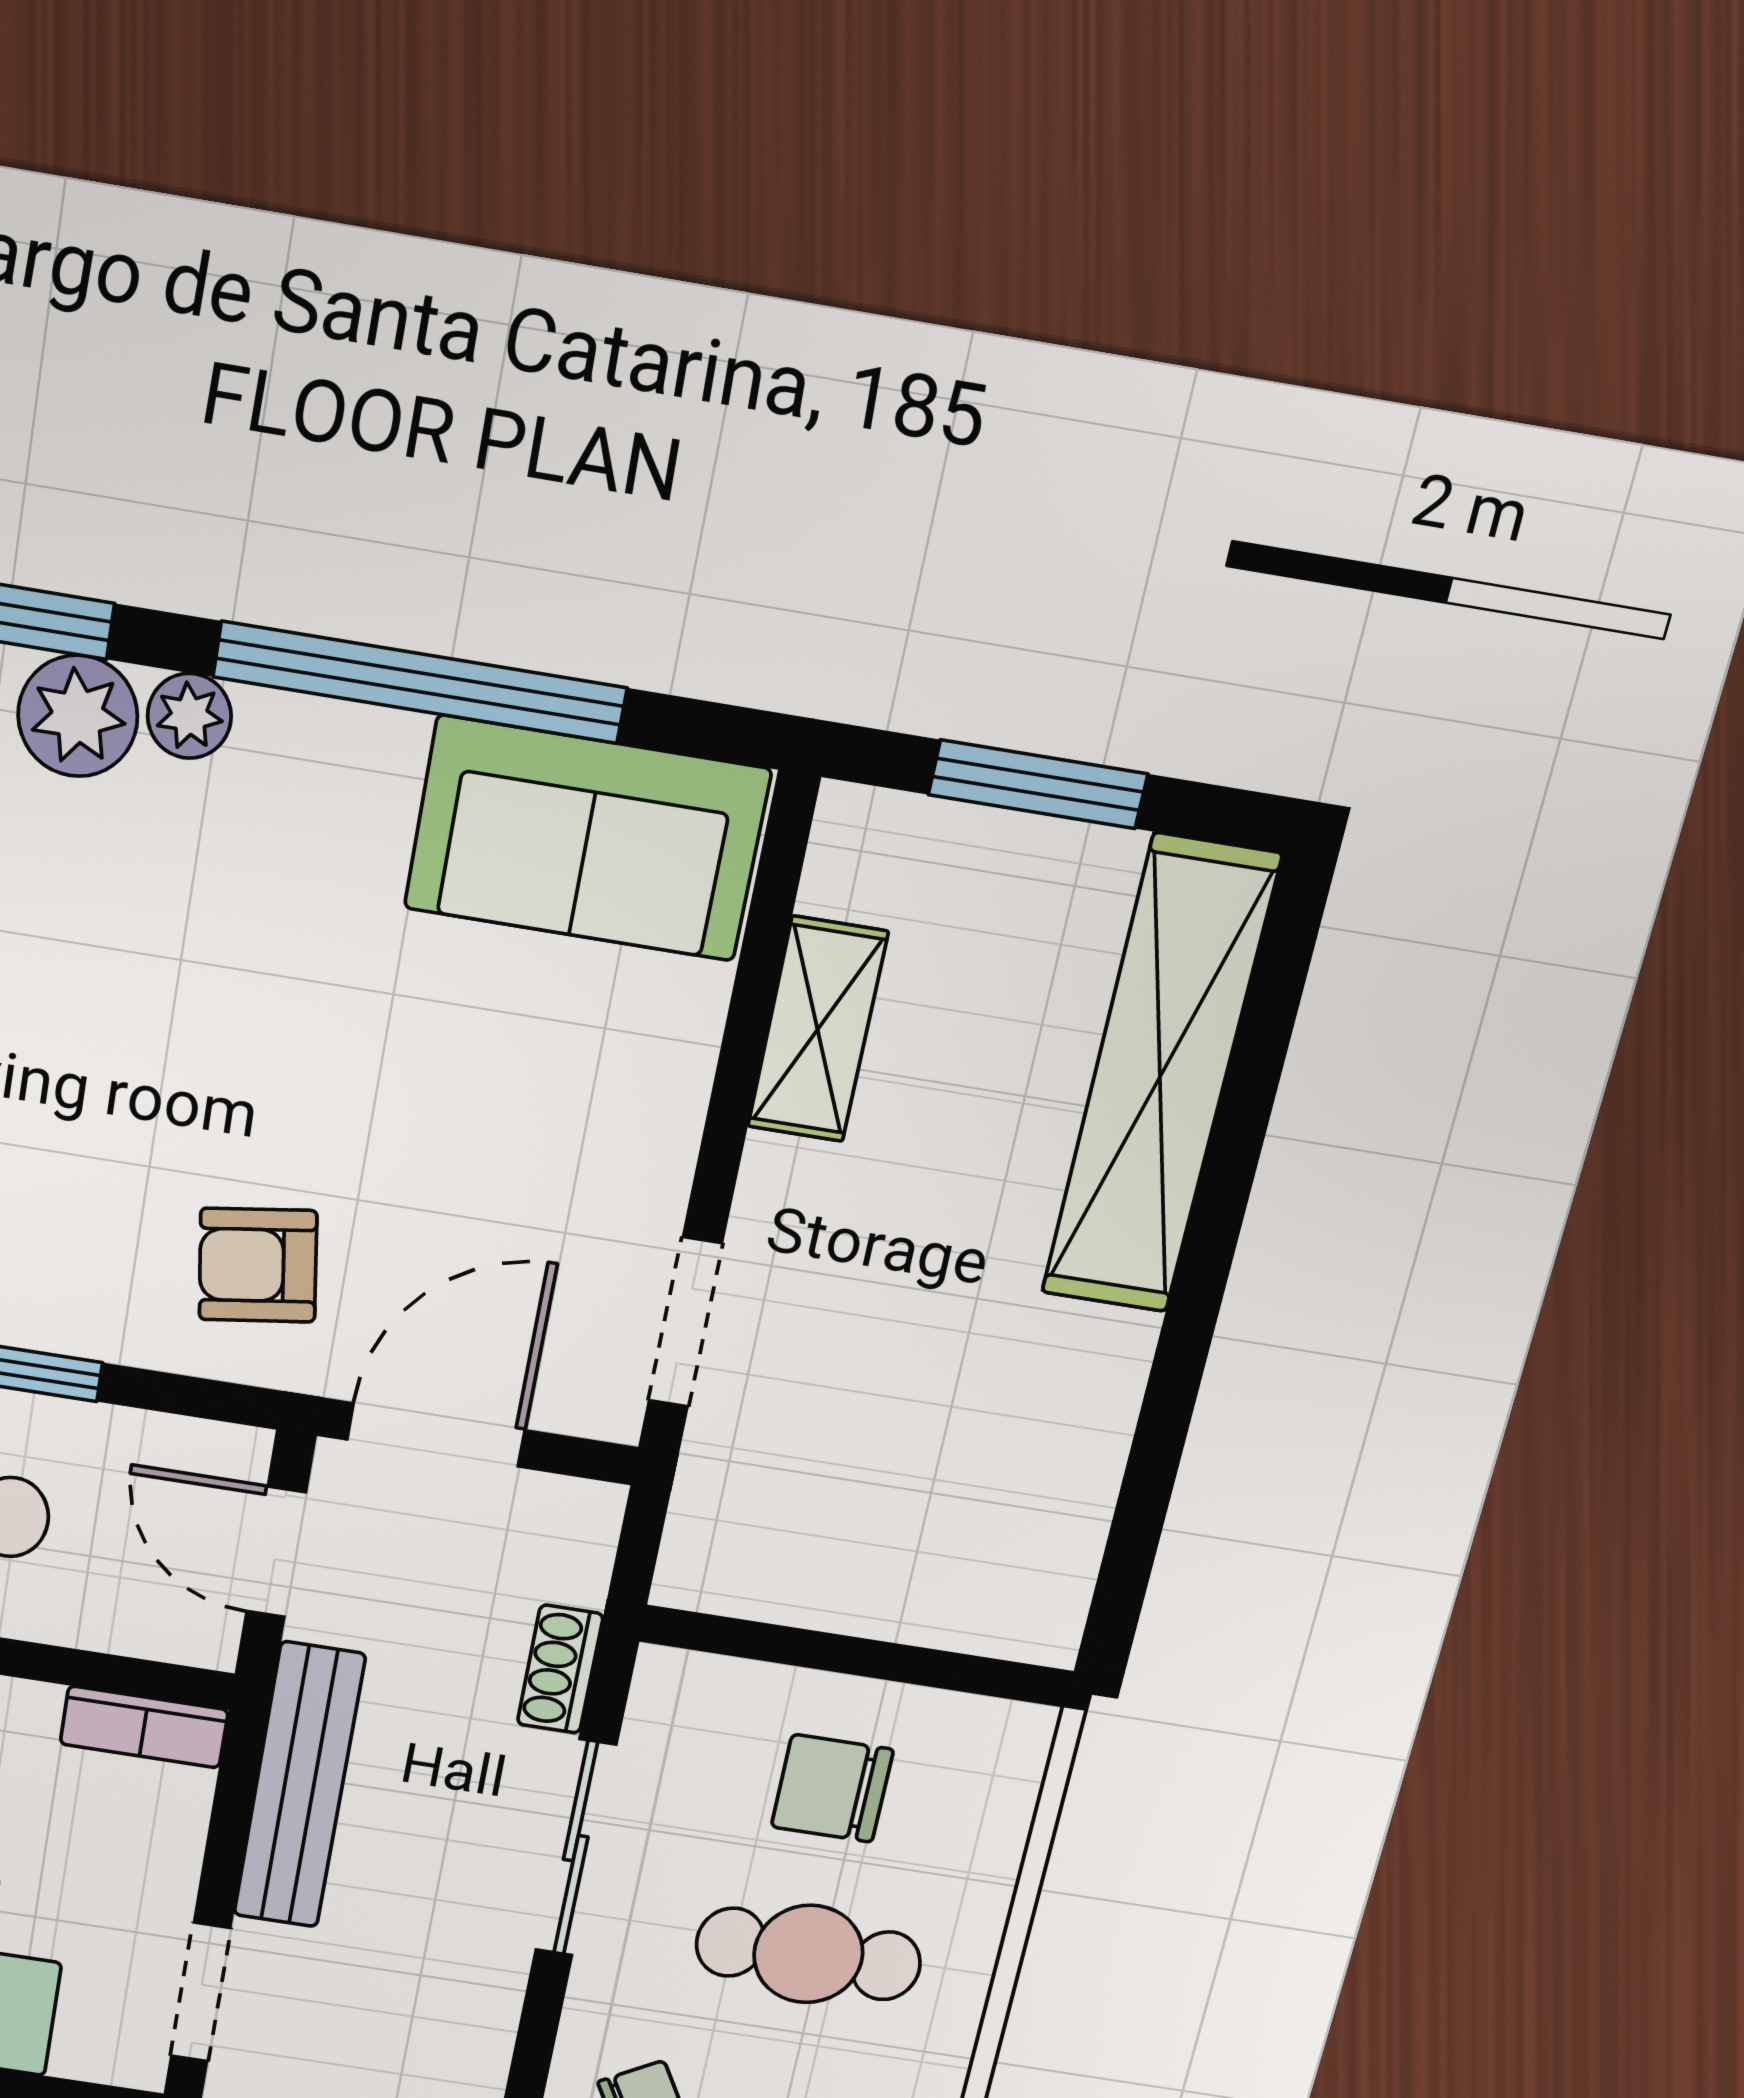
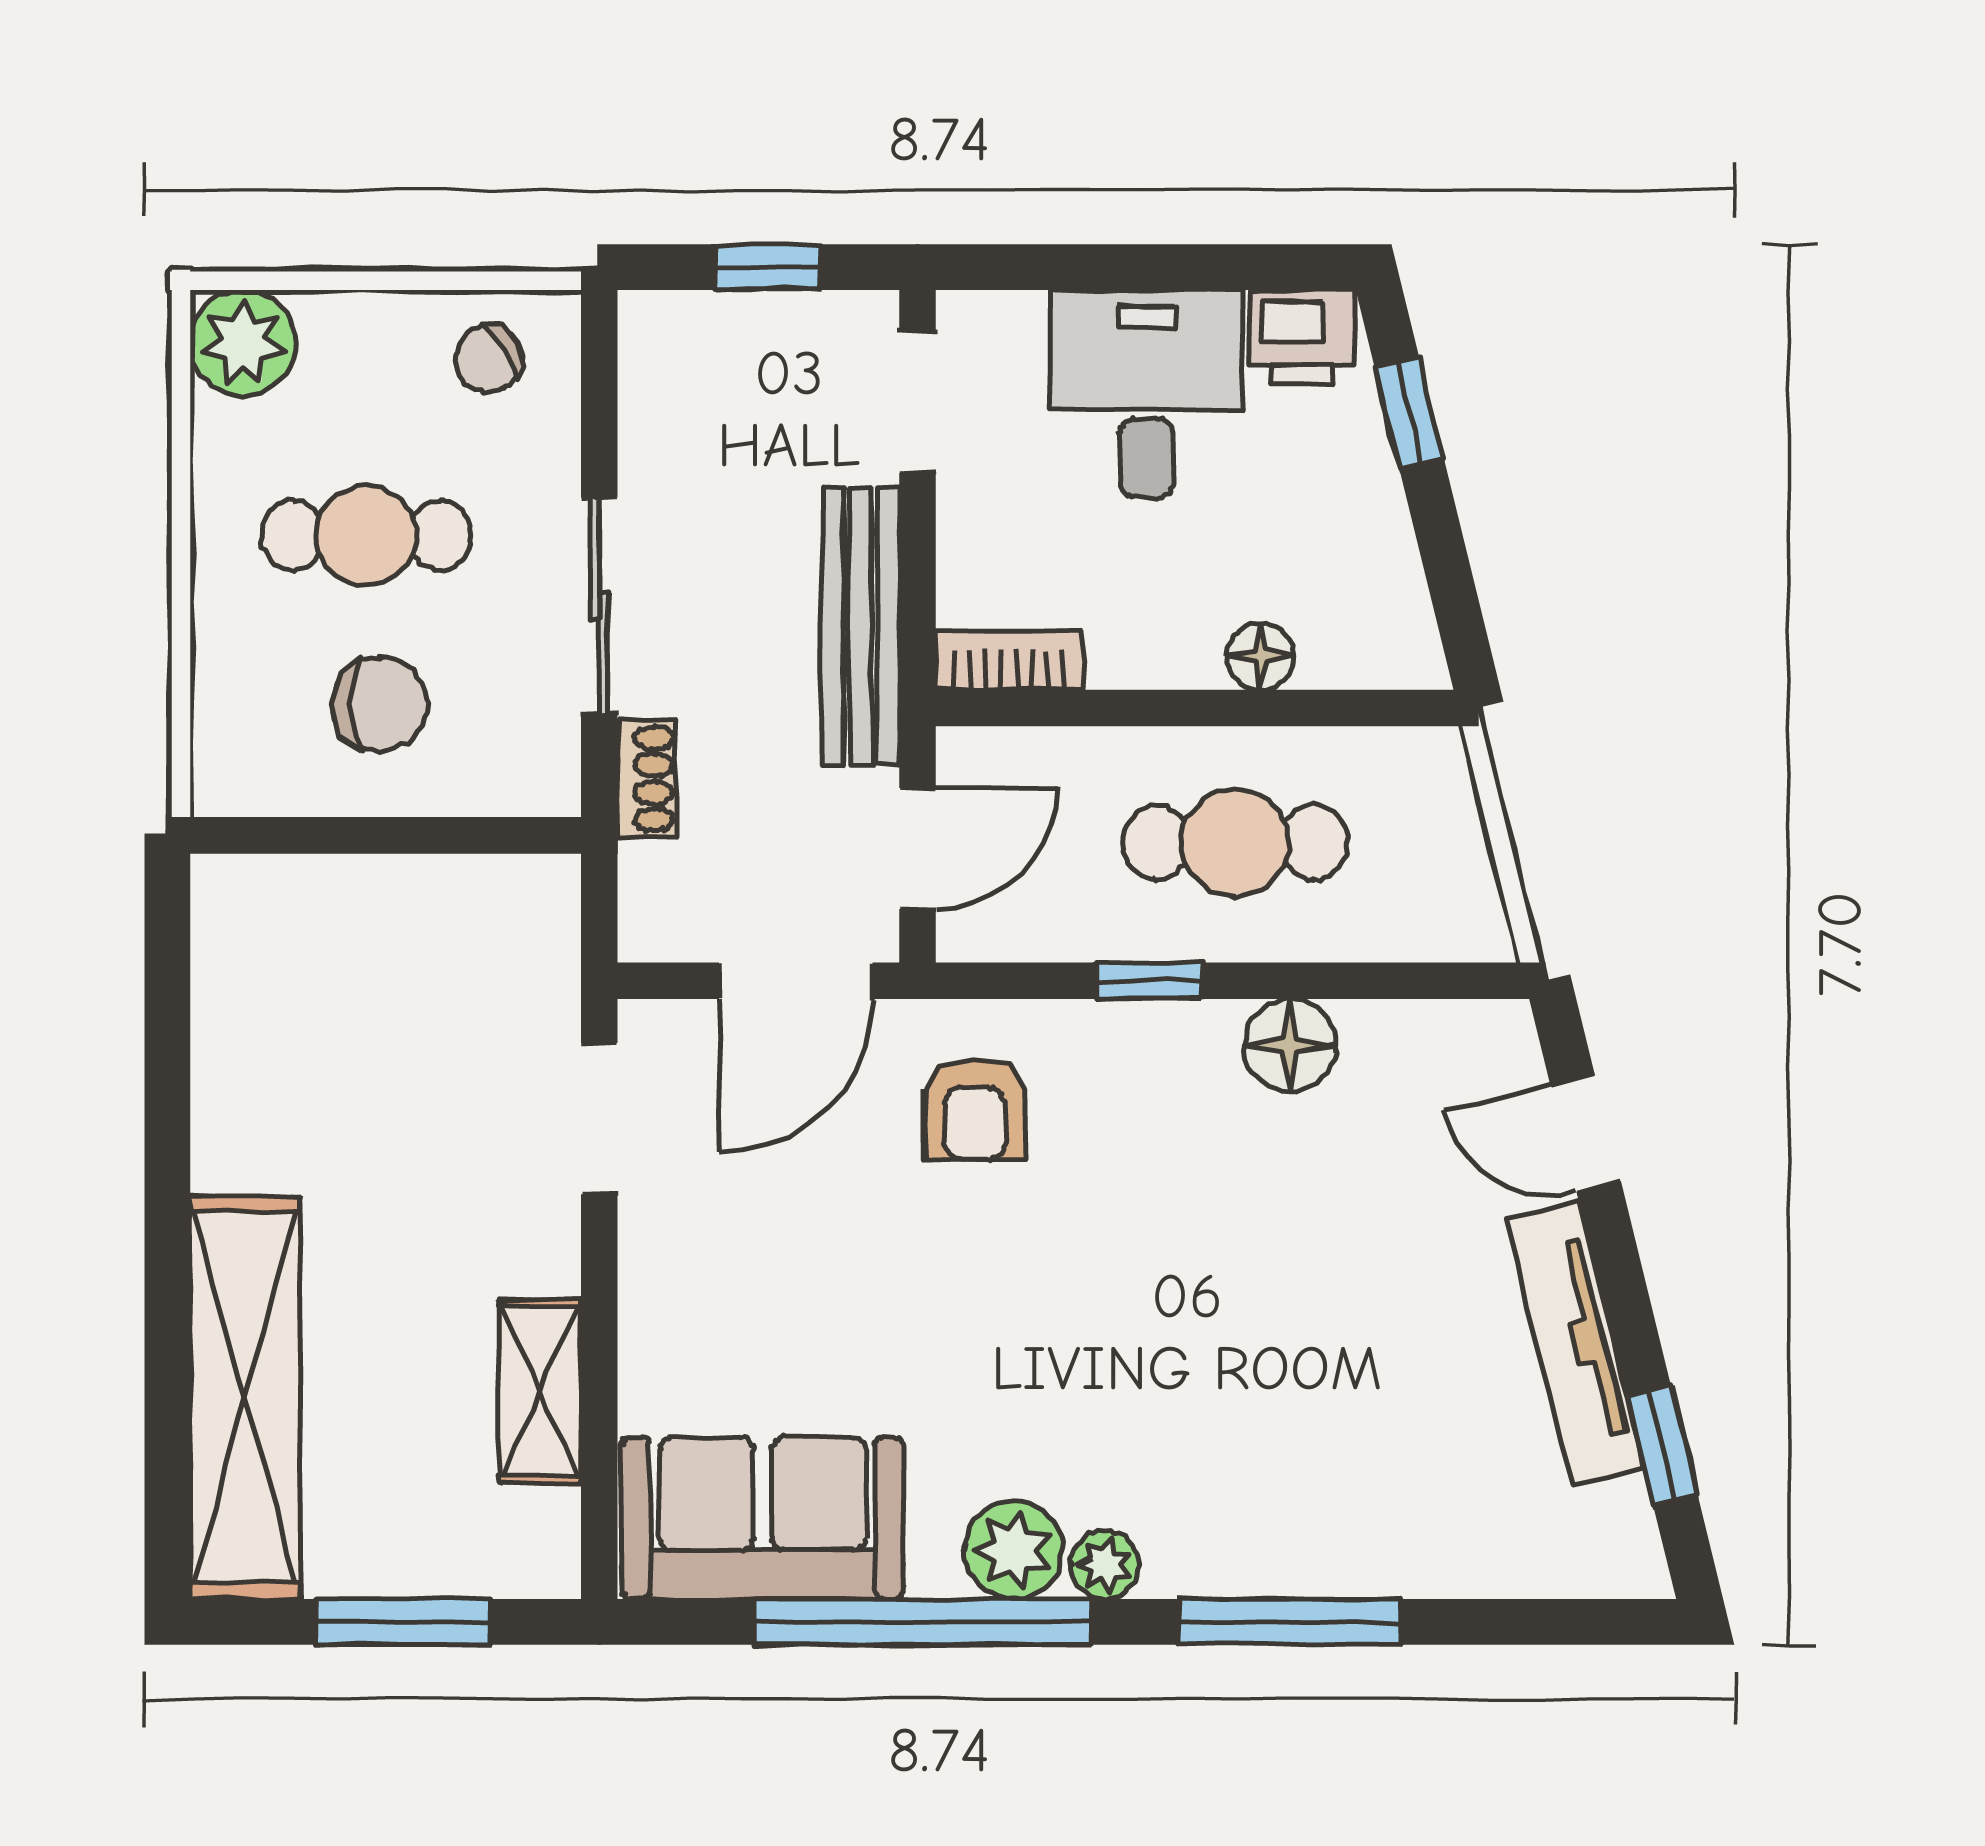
plant: (78, 716) -> (1014, 1550), moved
armchair: (258, 1265) -> (975, 1109), turned 98
door: (276, 1552) -> (917, 848), hinge flipped

